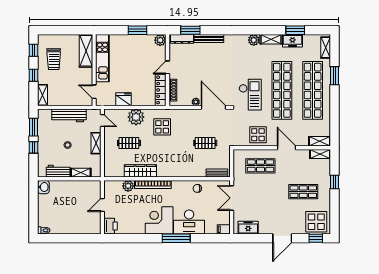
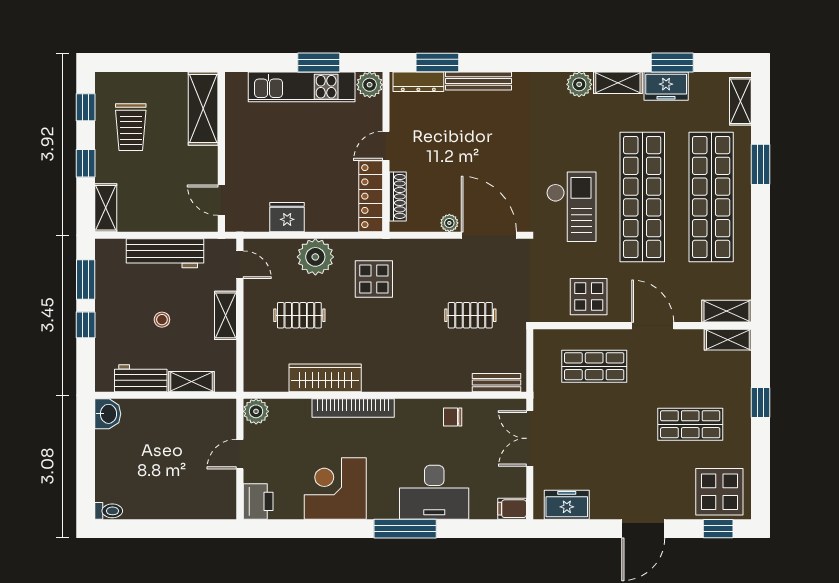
kitchen unit: (102, 58) -> (302, 87), moved, turned 90
plant: (128, 186) -> (256, 411), moved
corner desk: (159, 220) -> (335, 488), moved

